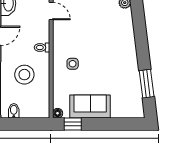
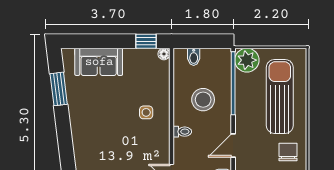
sofa: (90, 107) -> (99, 62), moved
bidet: (14, 111) -> (194, 57), moved

